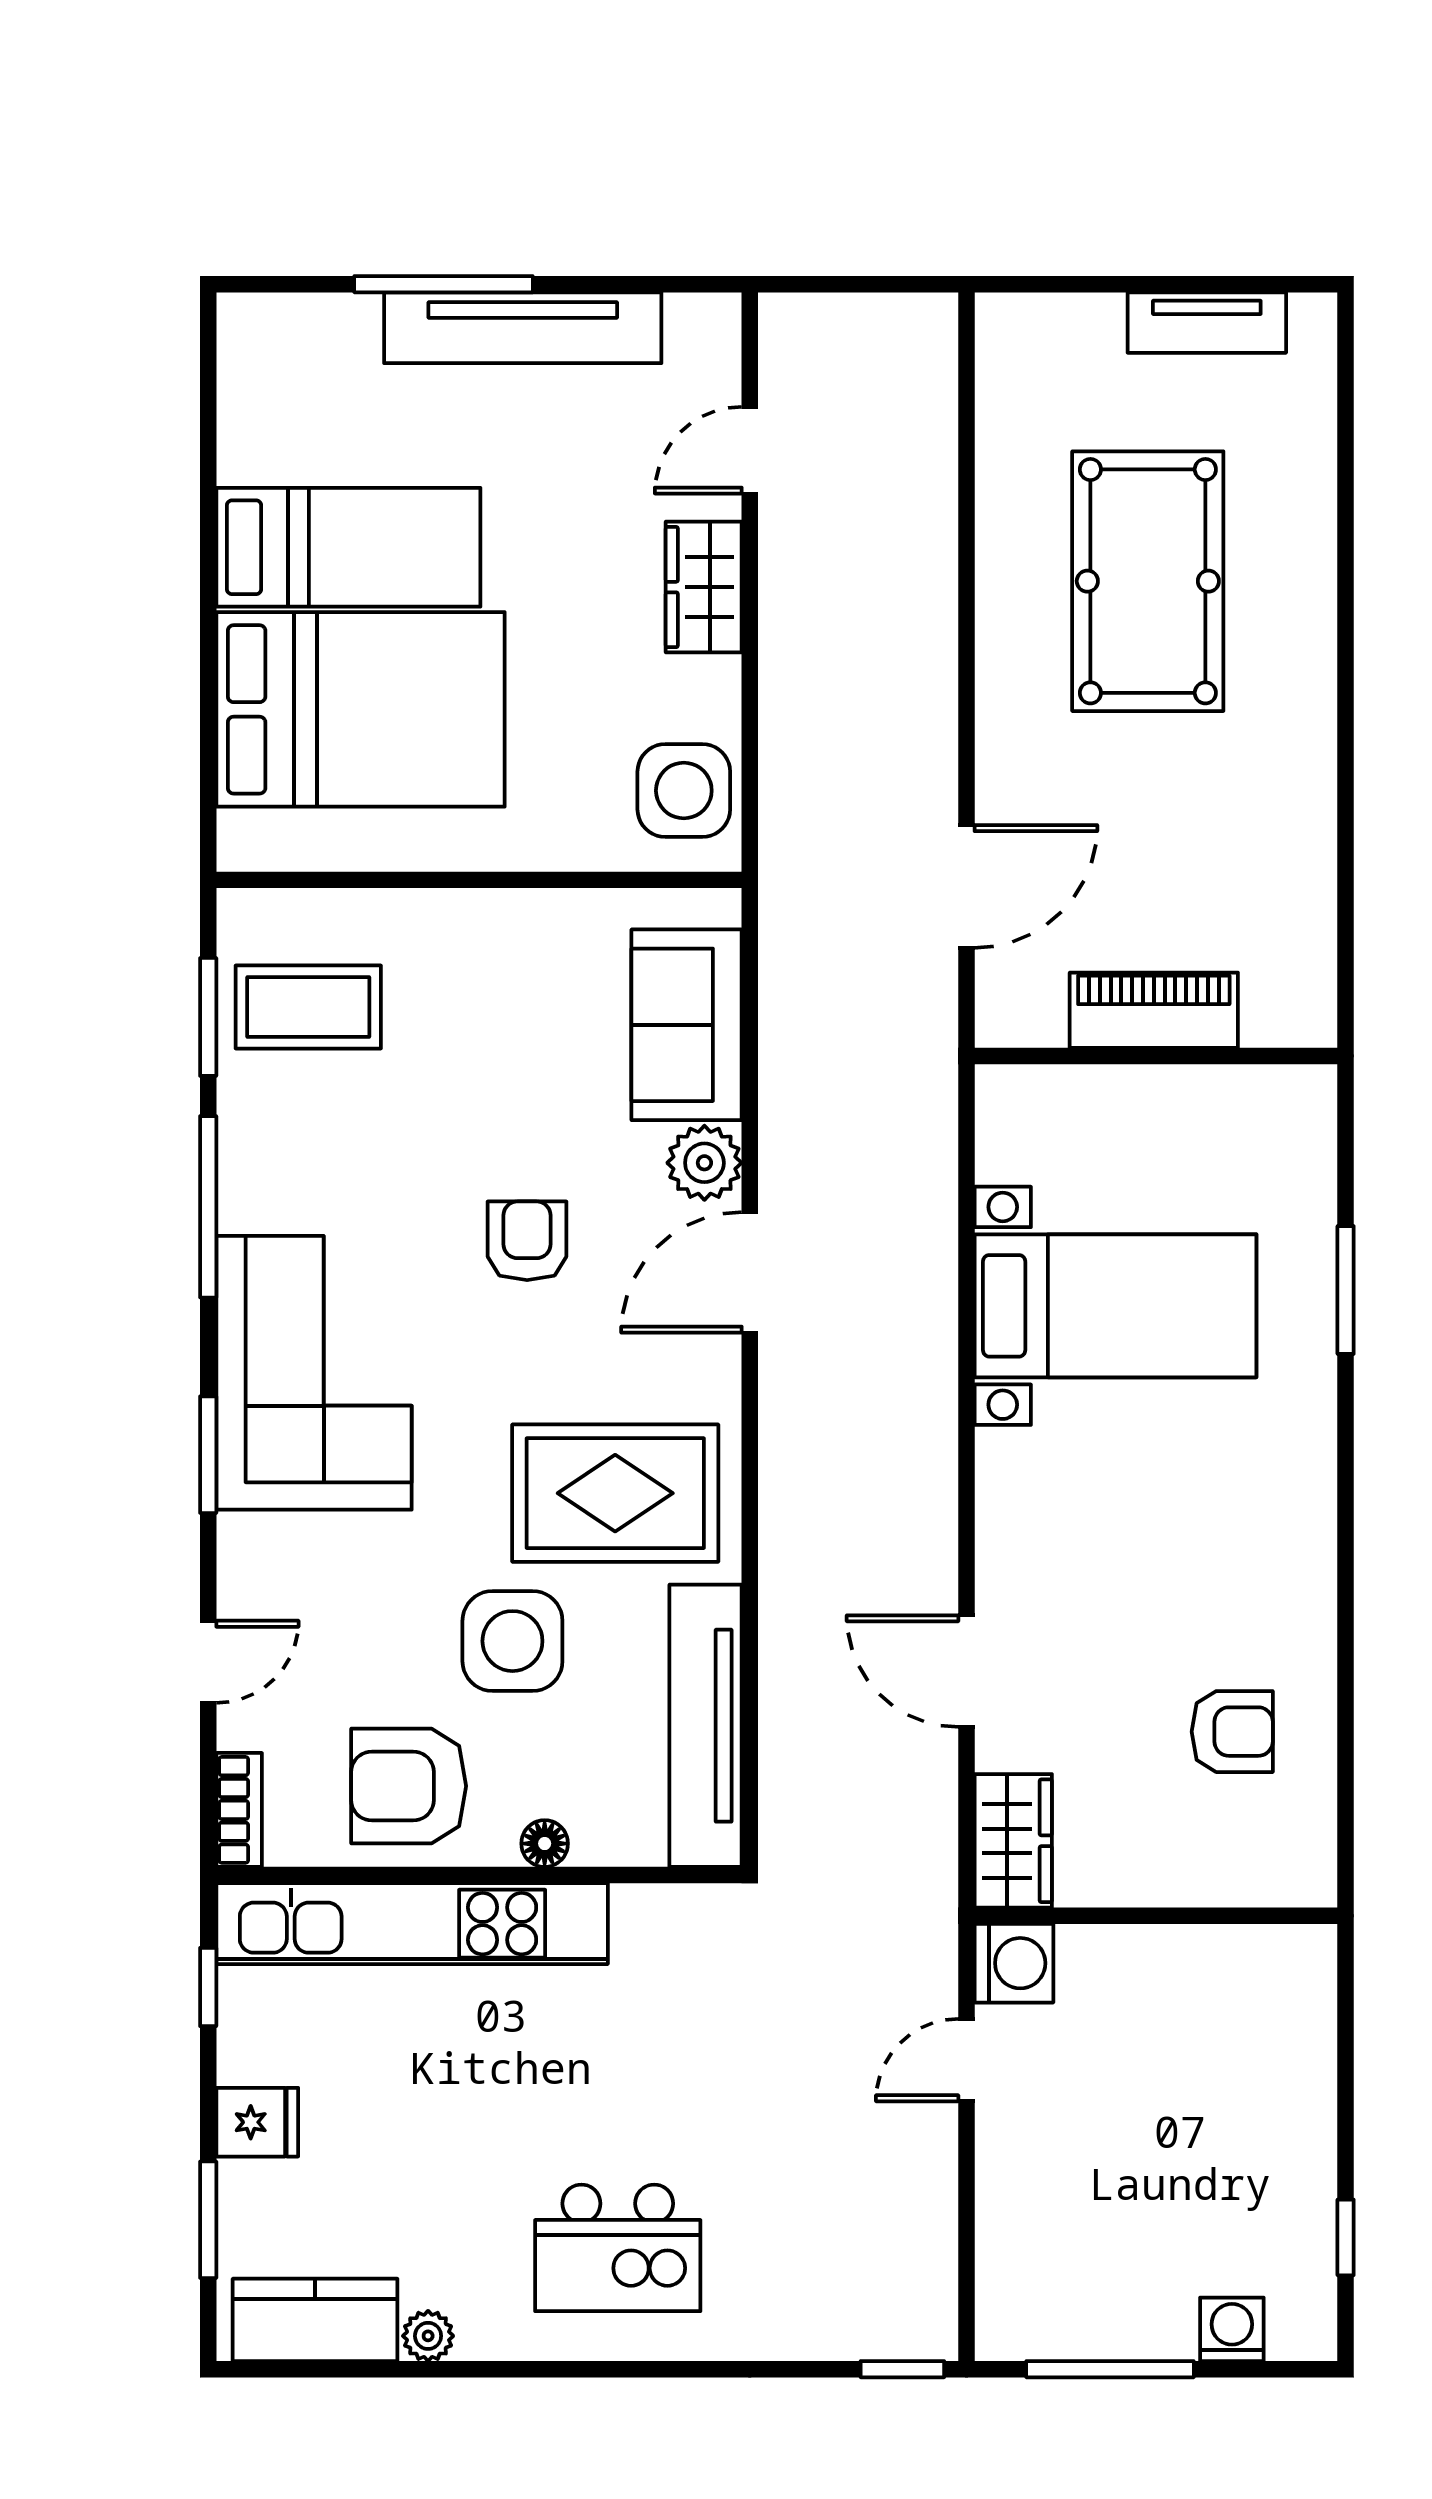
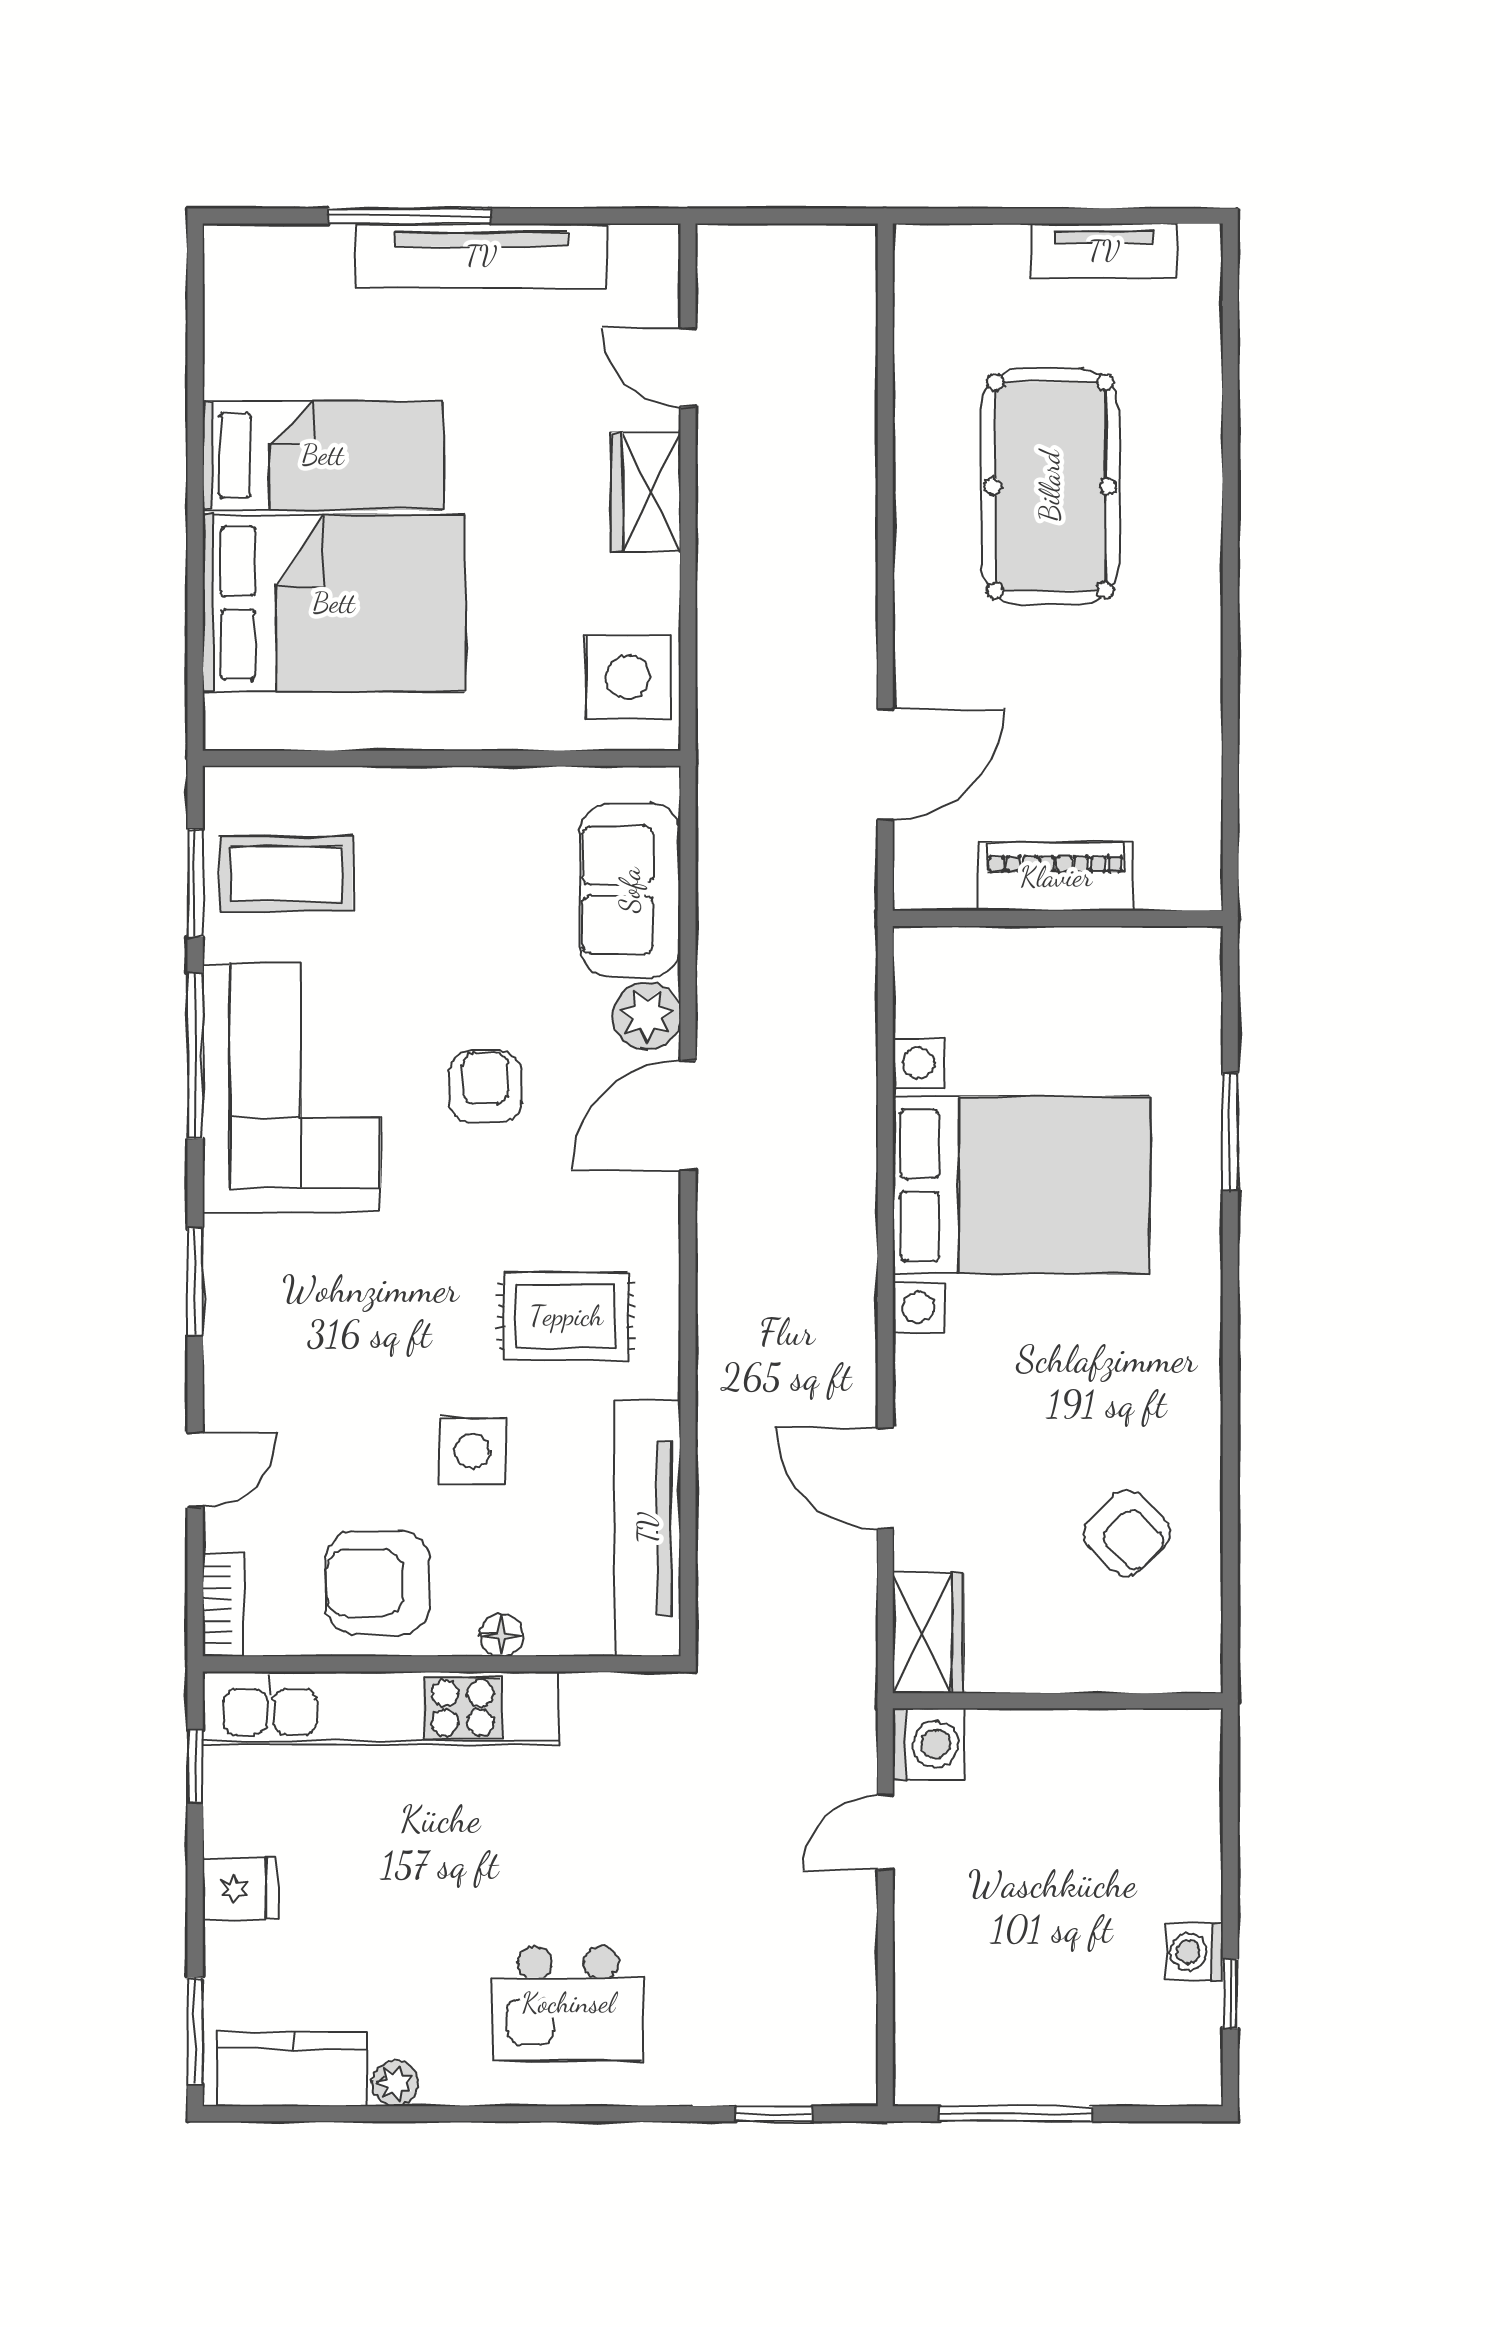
door: (750, 450) -> (688, 367), hinge flipped
bed with nightstands: (1115, 1306) -> (1021, 1185), width x1.36
corner sofa: (314, 1373) -> (291, 1088), moved
rug: (615, 1493) -> (566, 1316), width x0.73, depth x0.70
side table: (512, 1641) -> (472, 1451), width x0.73, depth x0.73
armchair: (1232, 1732) -> (1127, 1533), turned 45
window: (208, 2220) -> (195, 2031), moved
washing machine: (1232, 2329) -> (1194, 1952), moved, turned -90
window: (902, 2369) -> (774, 2114), moved

